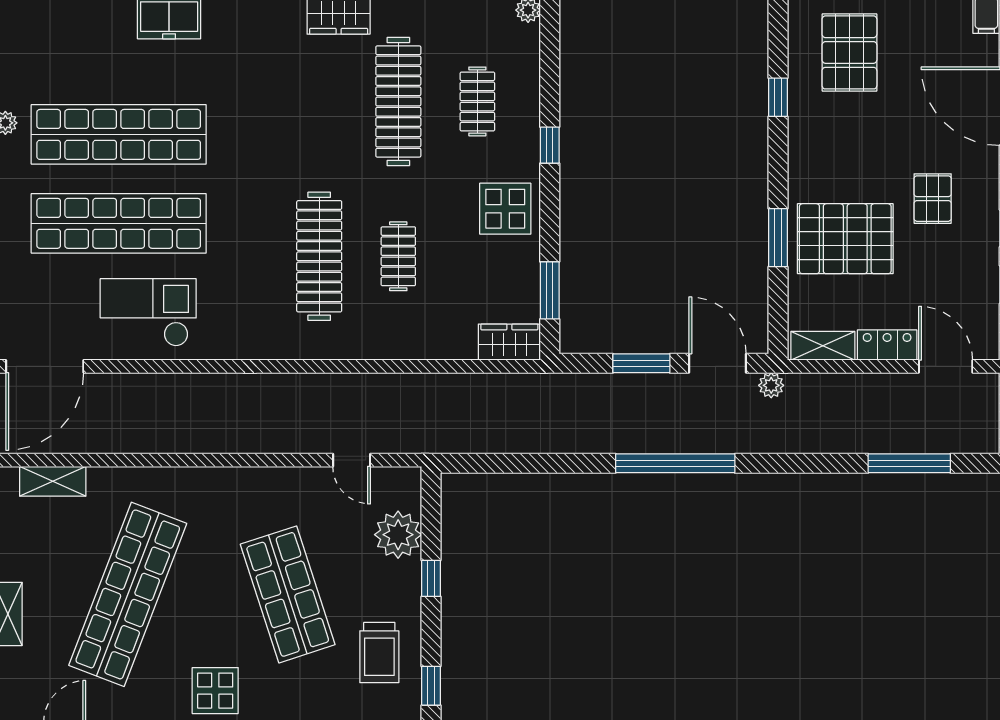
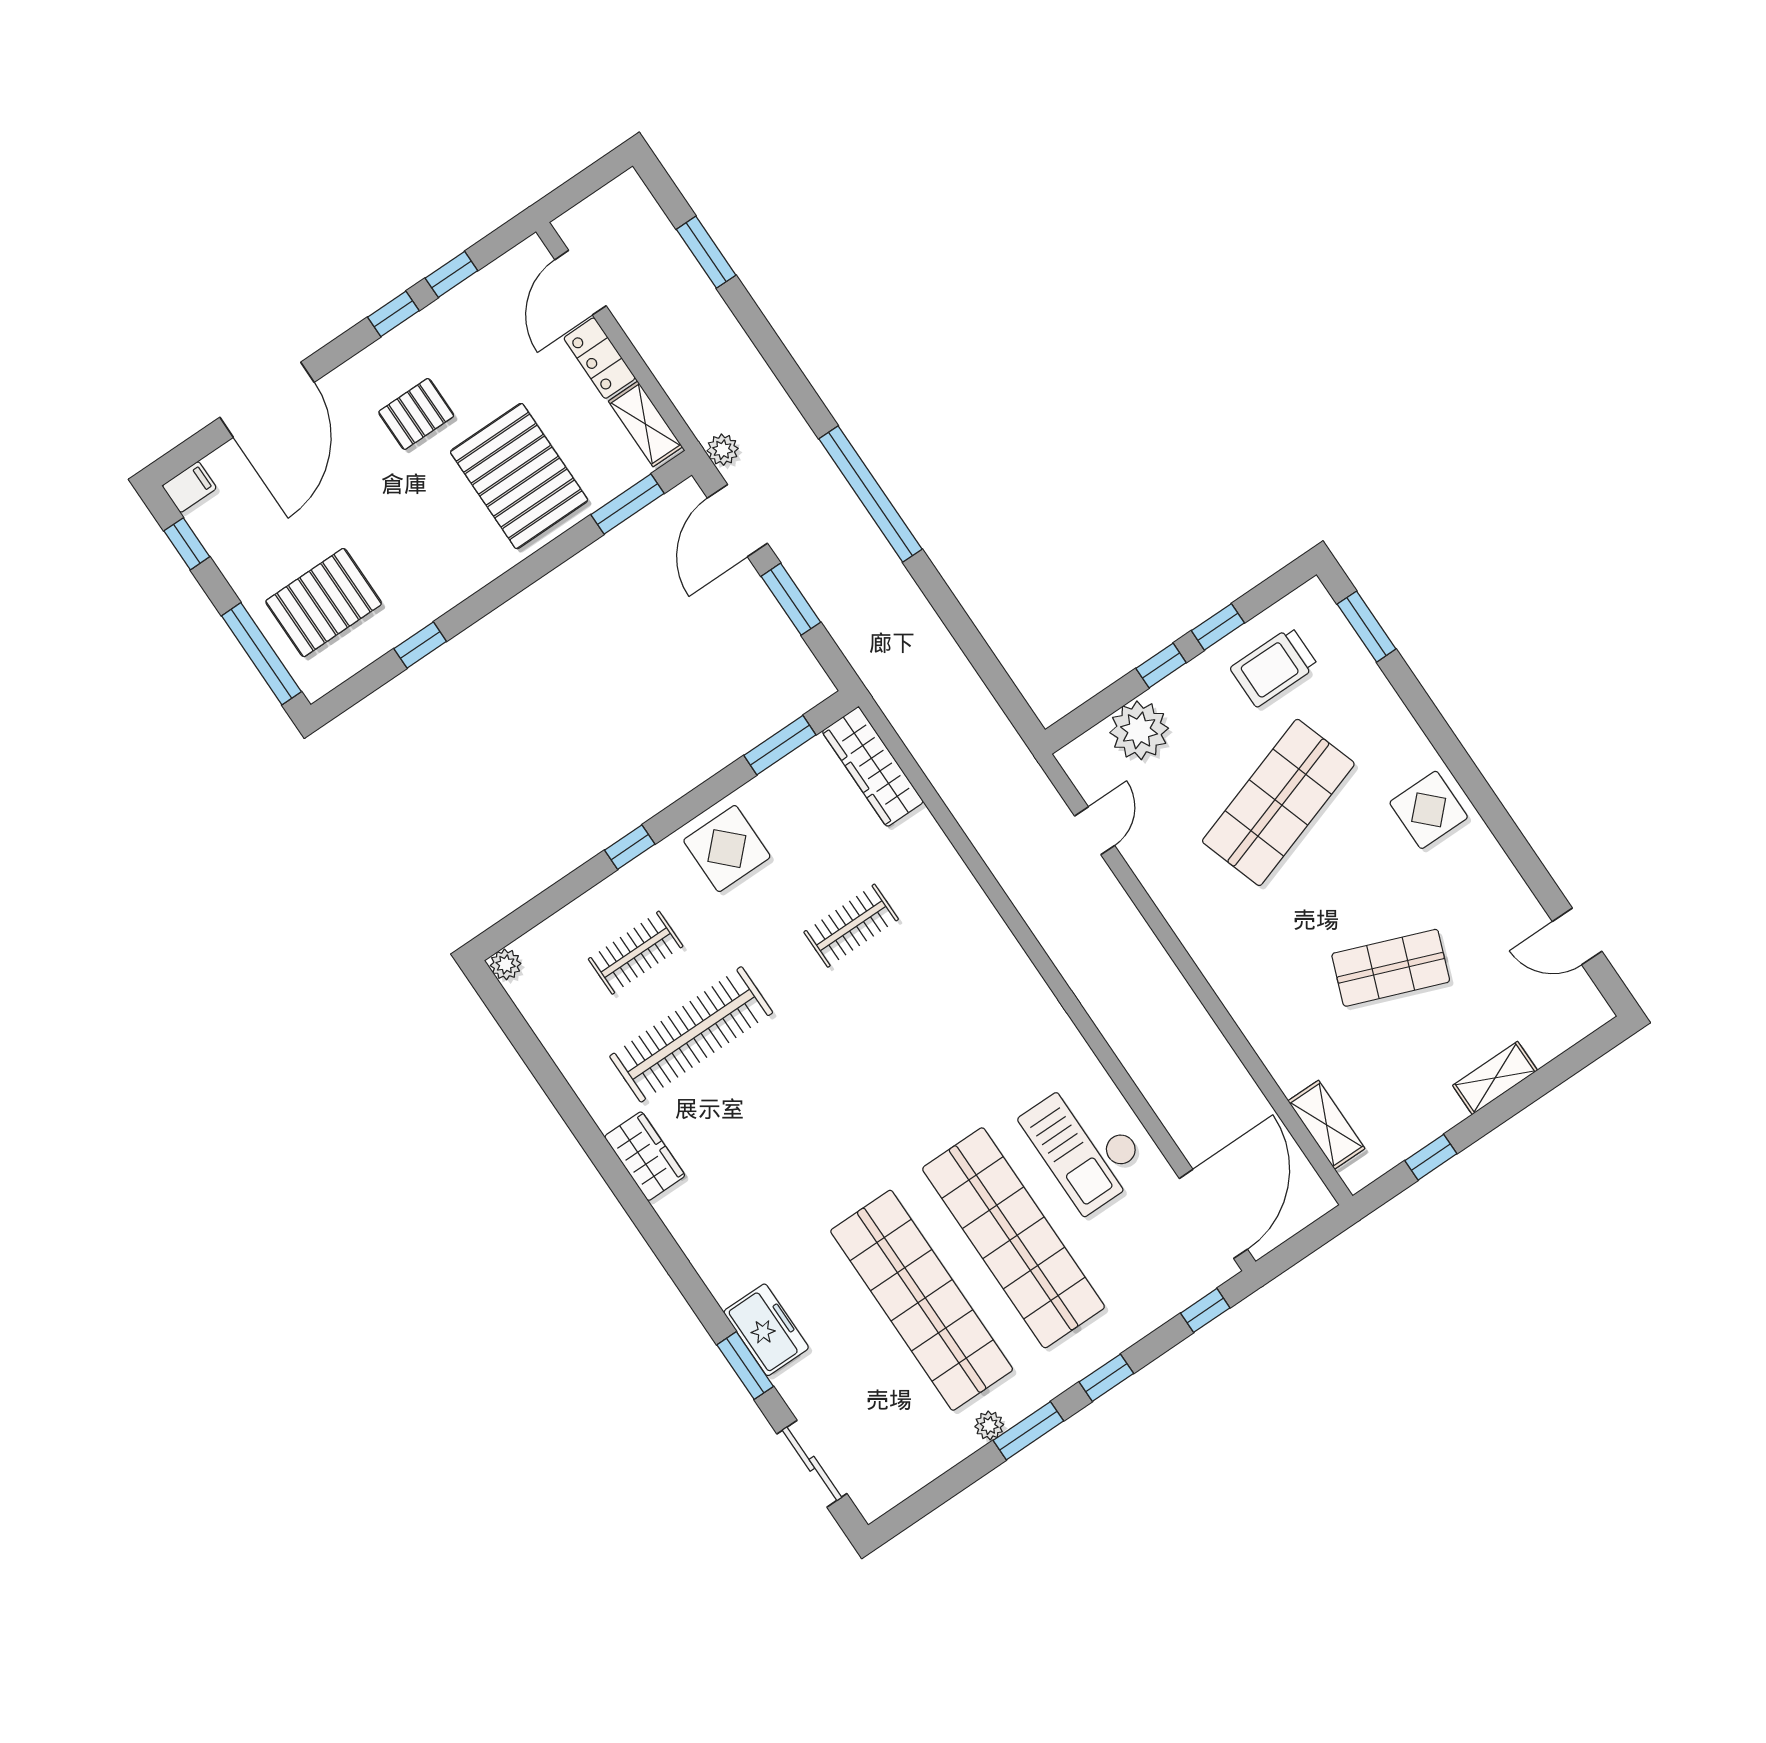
window: (778, 238) -> (628, 504), moved
clothes rail: (319, 256) -> (907, 1007), removed
wardrobe: (509, 342) -> (873, 767), width x1.50
door: (45, 366) -> (1213, 1214), hinge flipped
window: (909, 463) -> (706, 252), width x0.69
shop shelf: (128, 594) -> (1391, 968), width x0.50, depth x0.74
trolley: (379, 653) -> (1274, 667), turned 180
window: (431, 686) -> (1218, 627), moved

